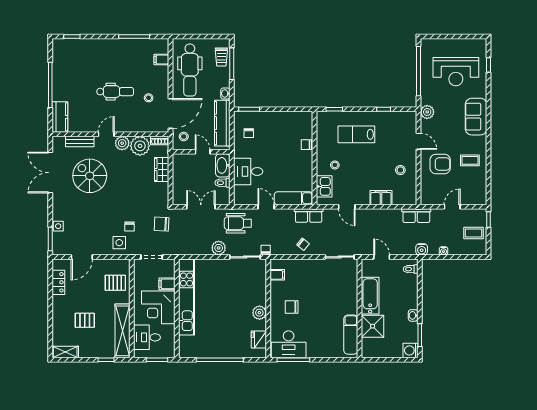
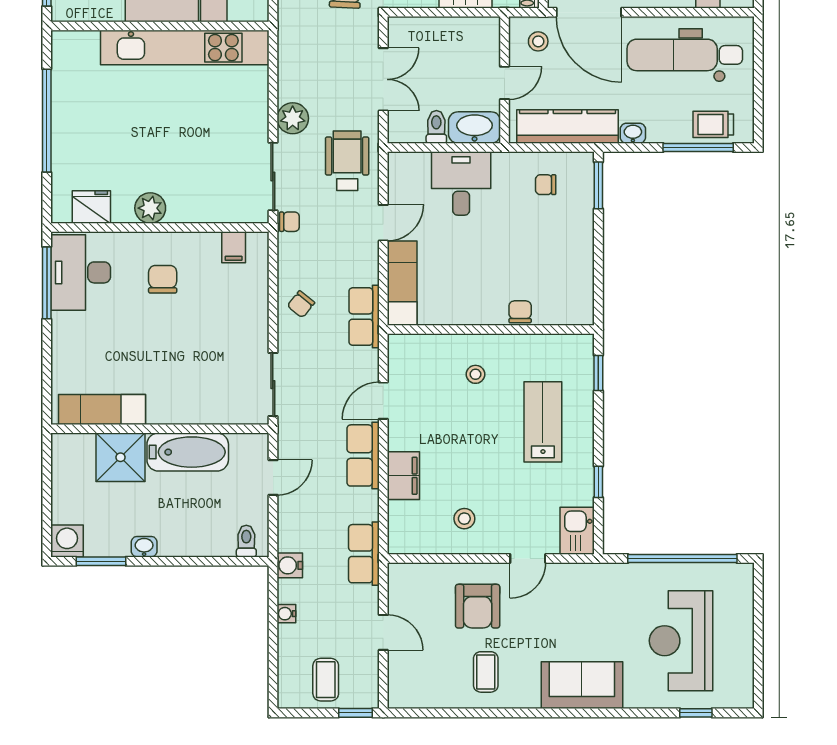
plant: (427, 112) -> (592, 578), removed
kitchen sink: (324, 186) -> (577, 531), moved, turned 90
row of seats: (372, 216) -> (363, 455), added

